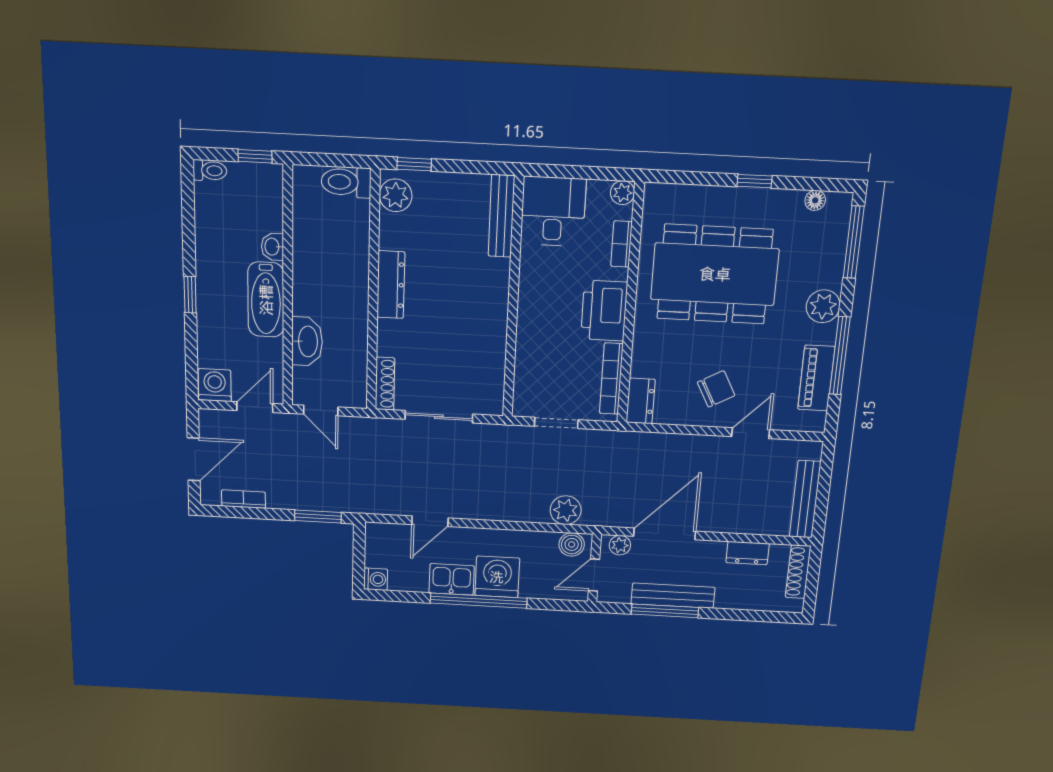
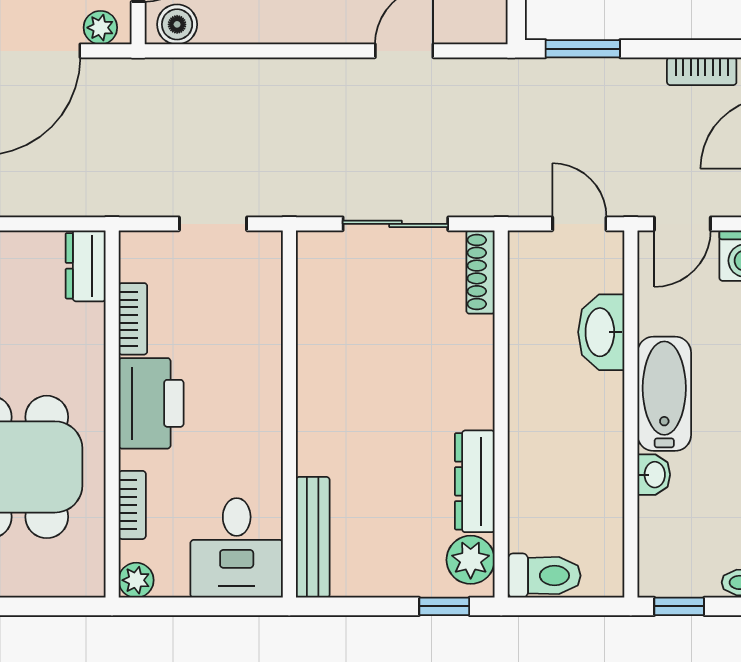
dresser: (391, 285) -> (475, 481), moved
bookcase: (611, 379) -> (133, 319), width x0.64
plant: (566, 510) -> (190, 82), removed

